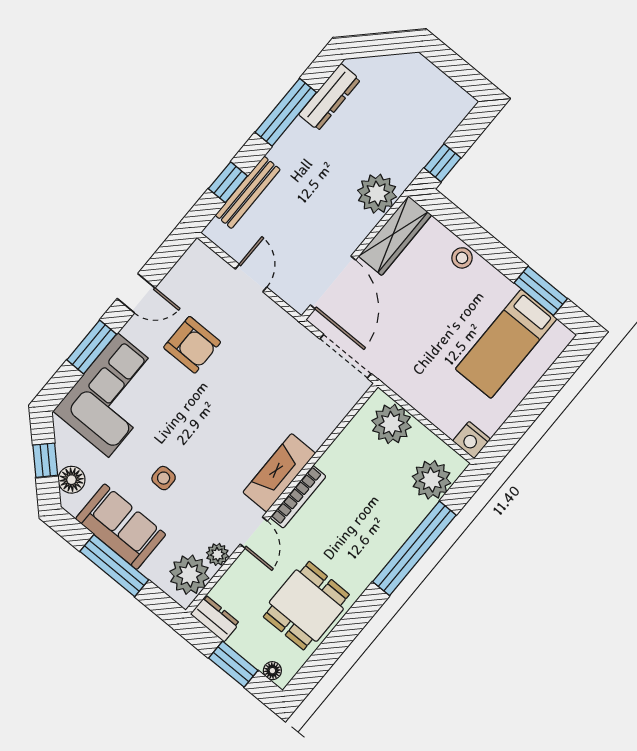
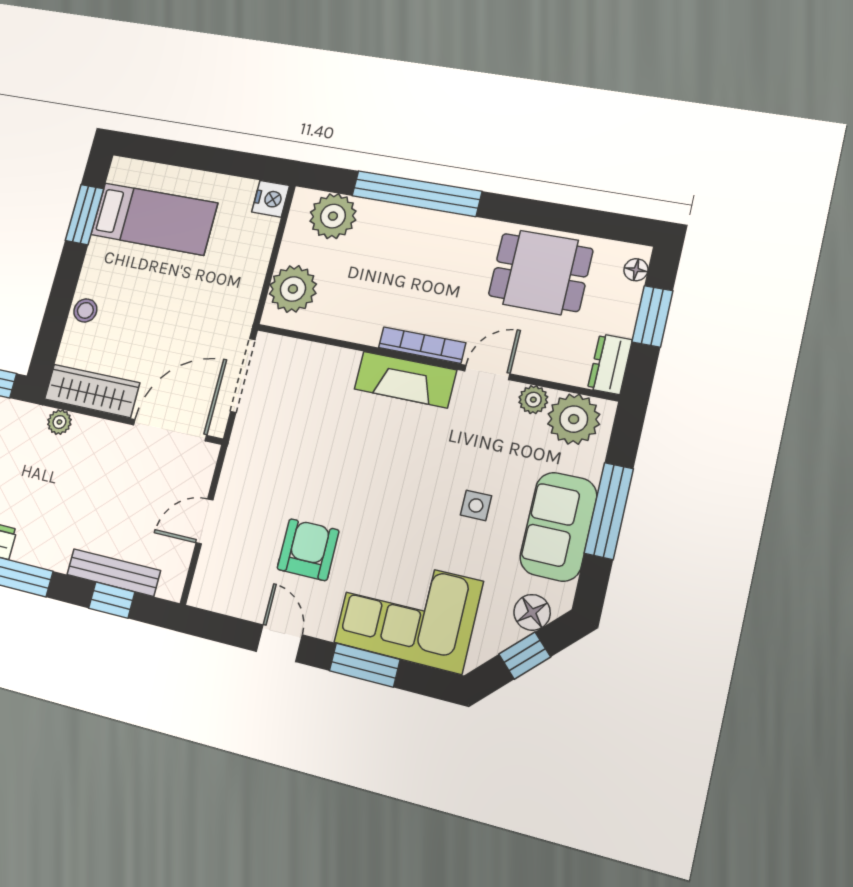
plant: (377, 194) -> (59, 422), width x0.53, depth x0.53

